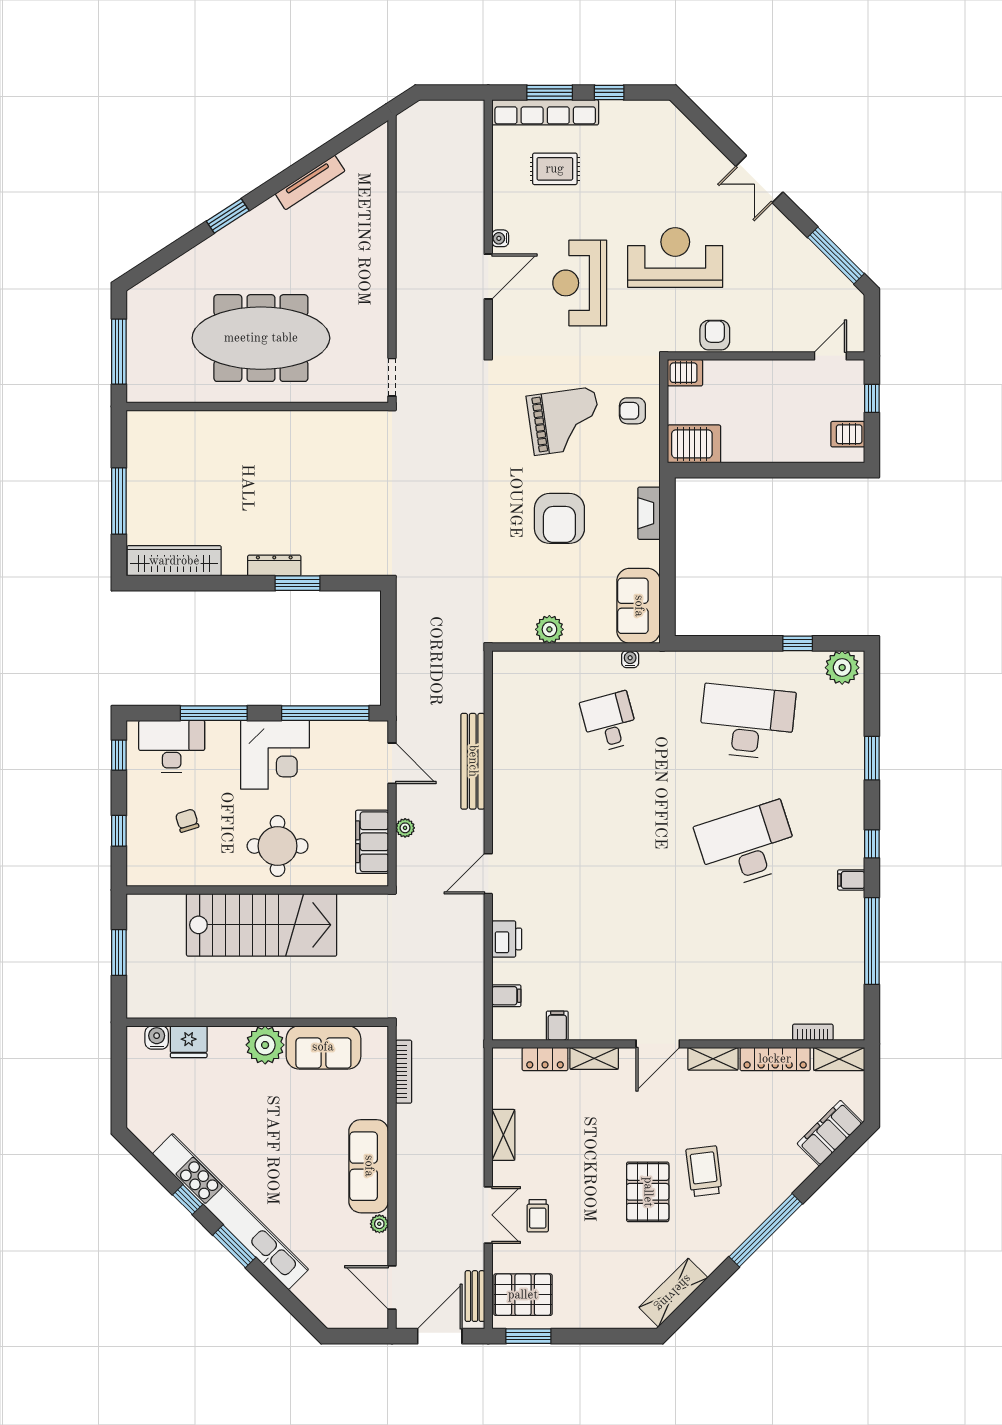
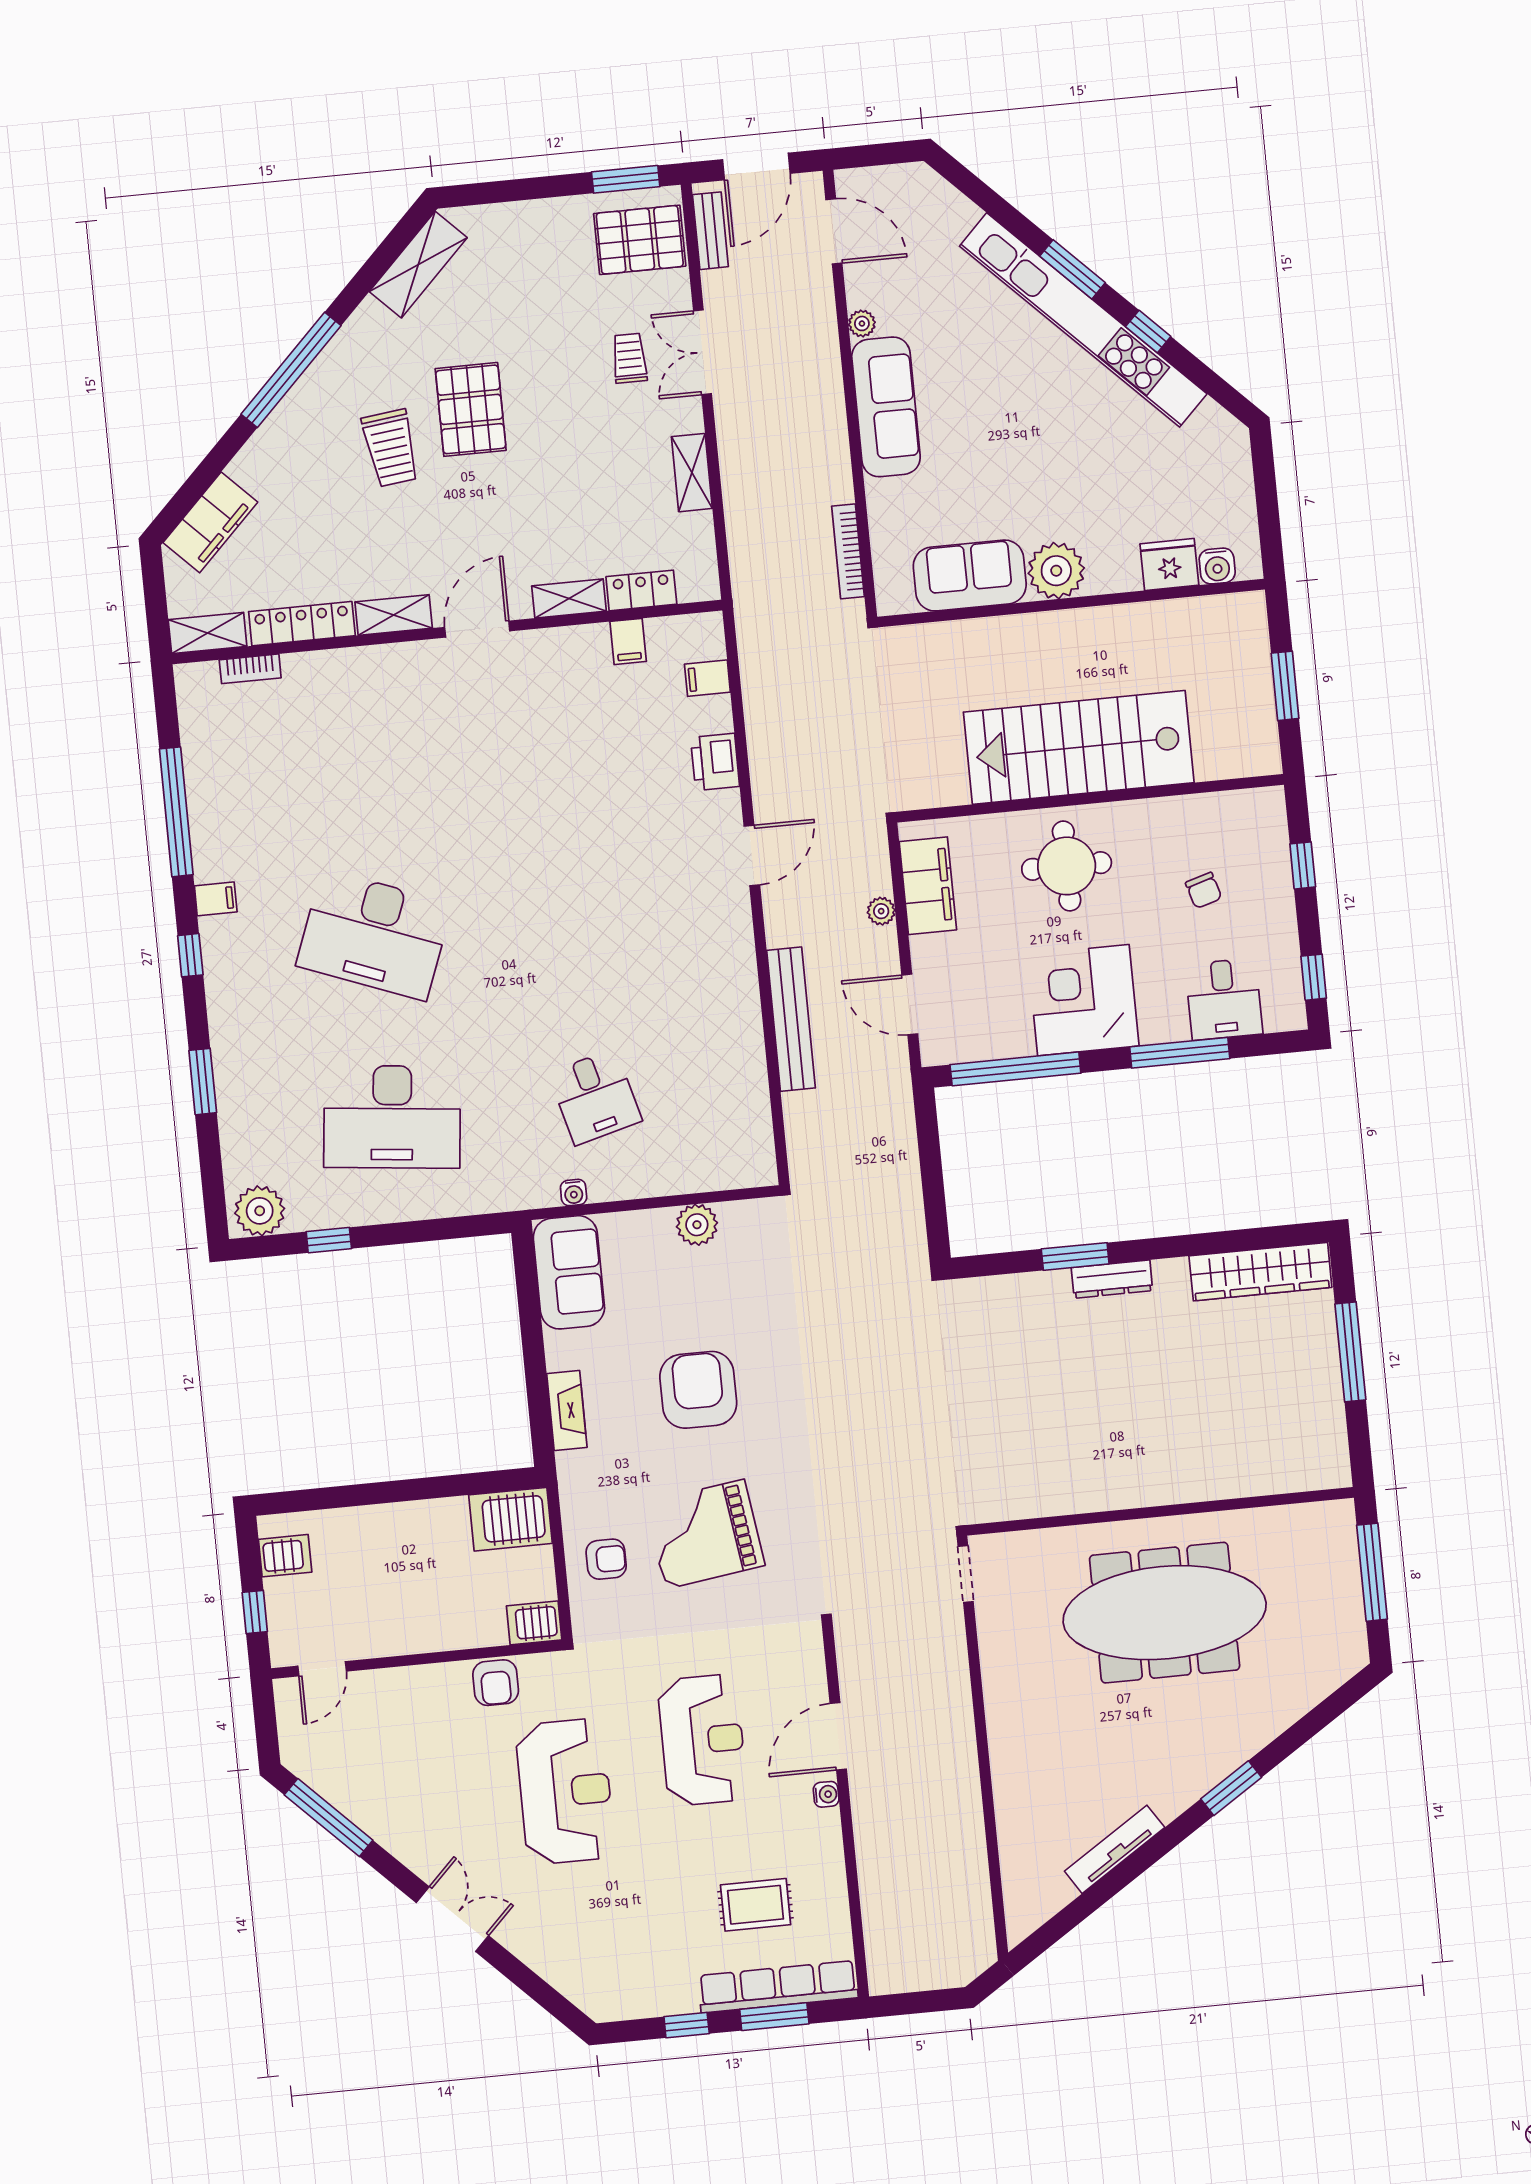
reception desk: (675, 257) -> (565, 1791), turned -90
desk: (172, 746) -> (1224, 999), width x0.73
desk: (747, 845) -> (374, 935), turned 39

